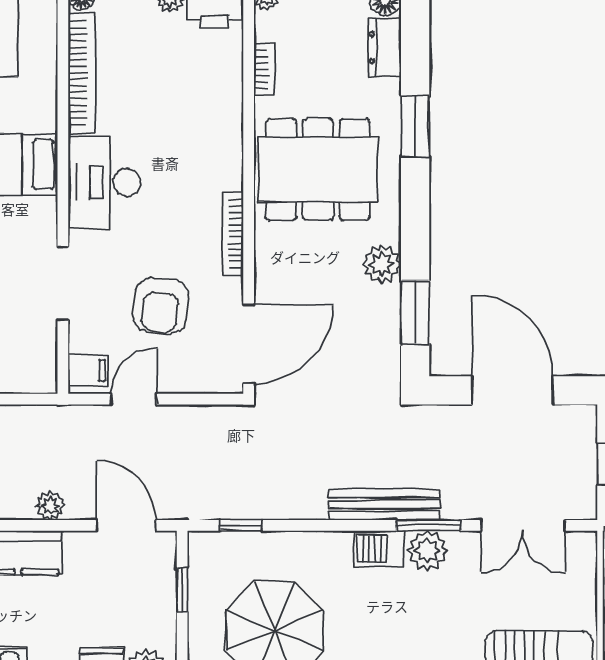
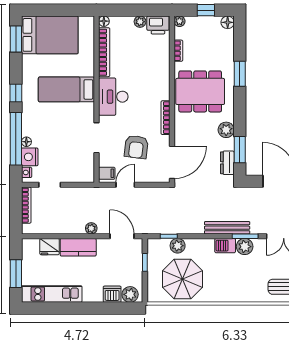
dresser: (385, 47) -> (227, 163), moved
plant: (262, 549) -> (178, 246), added

